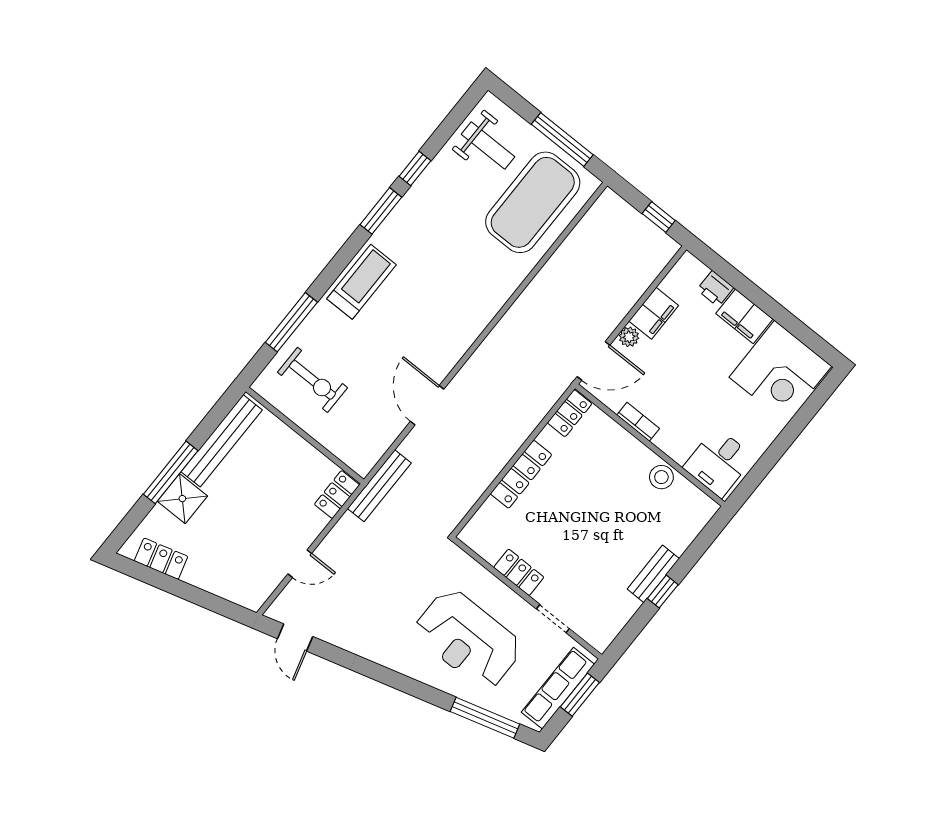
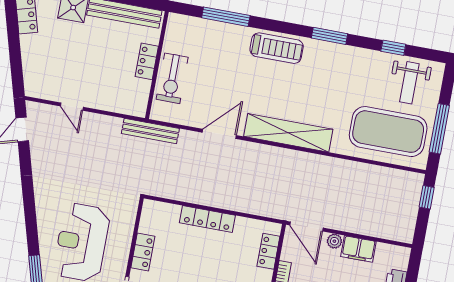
window: (415, 169) -> (393, 48), moved
window: (659, 217) -> (427, 197), moved
shelving: (470, 322) -> (288, 133), added
exercise bike: (312, 380) -> (172, 78), moved
locker: (570, 413) -> (268, 251), moved, turned 90
locker: (337, 495) -> (147, 61), moved, turned -90

